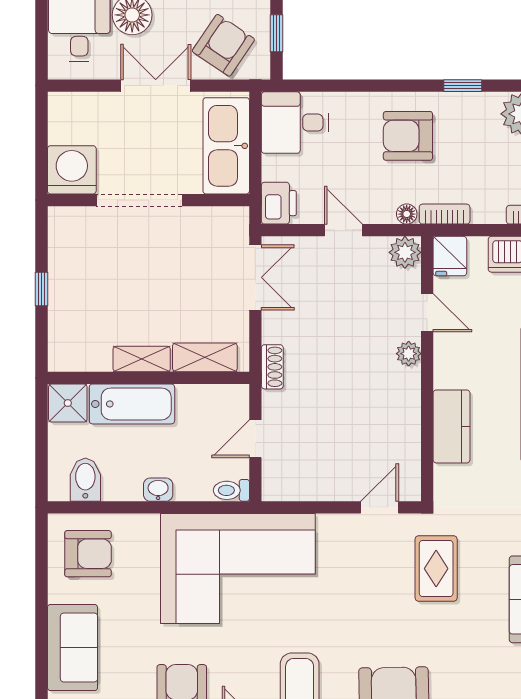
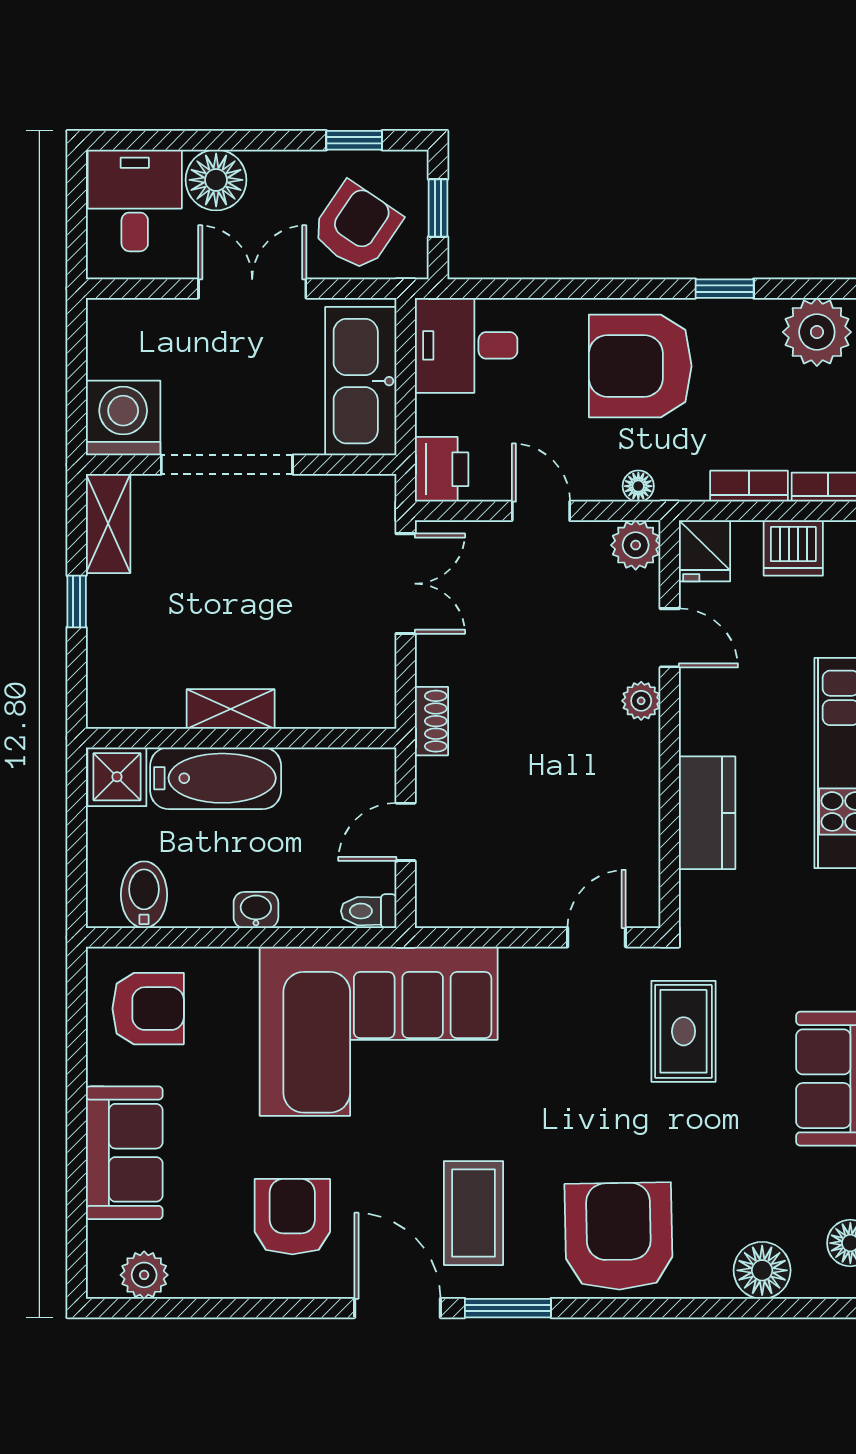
armchair: (408, 136) -> (640, 366), width x1.36, depth x1.36
bookcase: (445, 214) -> (749, 486), moved
shelving: (205, 357) -> (108, 523), moved, turned 90

